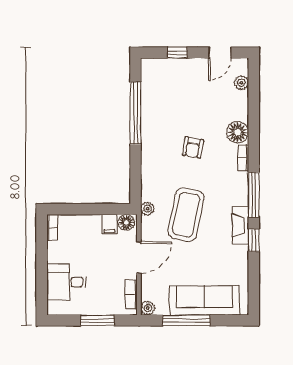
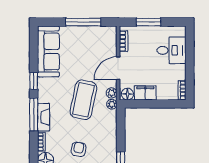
filing cabinet: (109, 224) -> (145, 93), width x2.00
fireplace: (240, 225) -> (44, 117), moved
sofa: (204, 300) -> (48, 51), moved, turned -90
plant: (148, 308) -> (112, 93), moved

